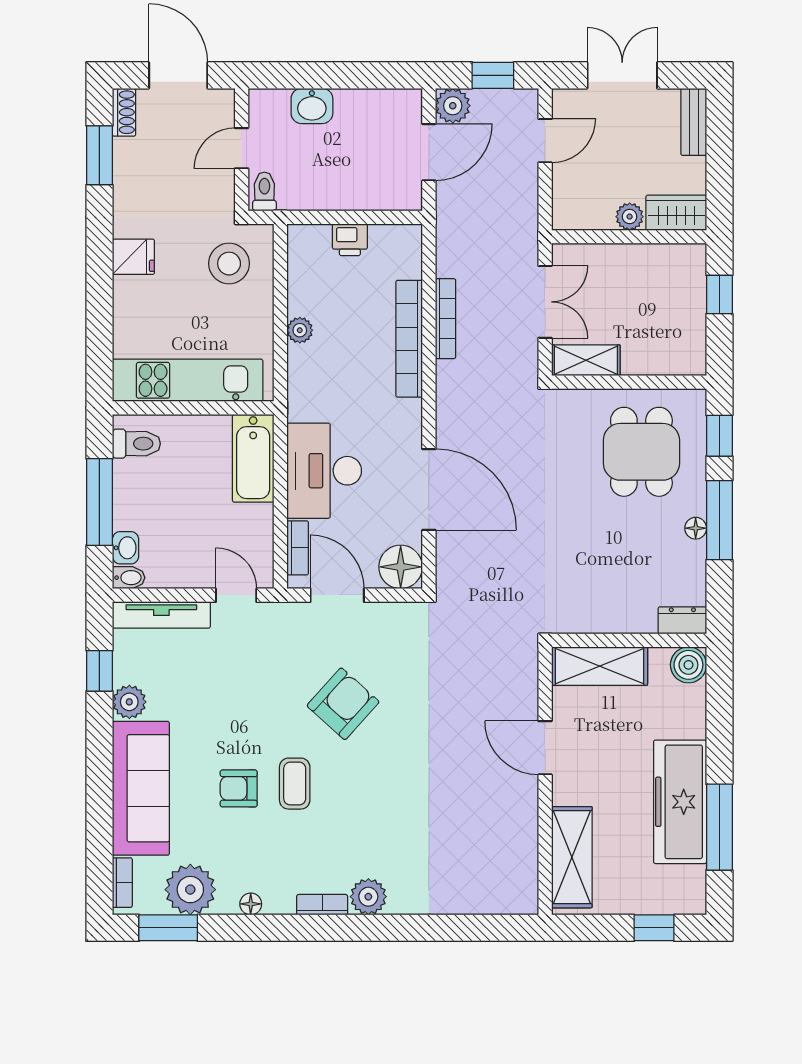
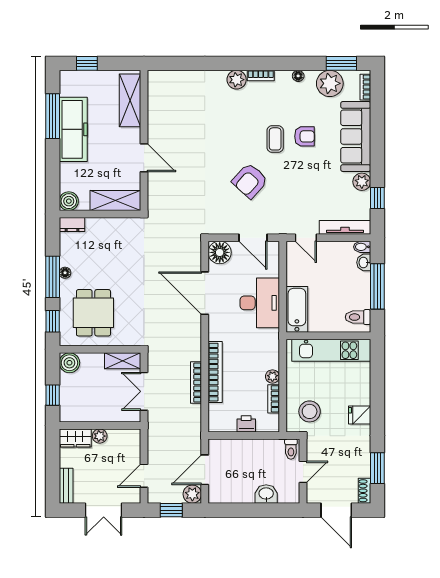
boiler: (687, 356) -> (69, 363), added
bookcase: (298, 548) -> (274, 399), moved

